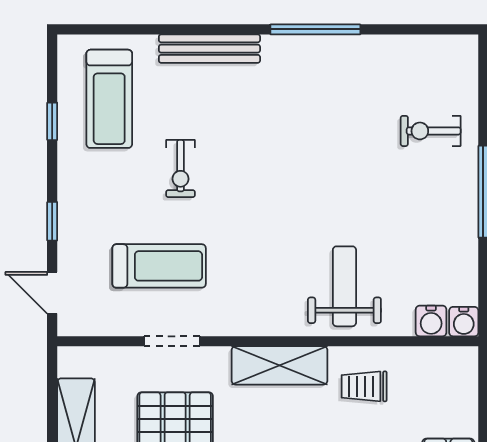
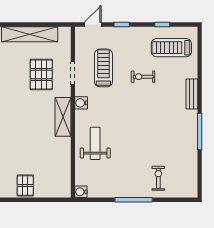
bench: (209, 49) -> (192, 94), width x0.73
treadmill: (159, 266) -> (103, 68), turned 180
weight bench: (344, 286) -> (95, 143), turned -90
water cooler: (431, 321) -> (81, 103), moved
trolley: (364, 386) -> (55, 151), removed

